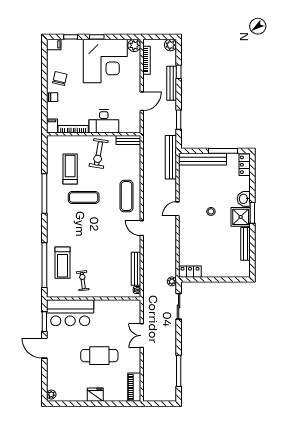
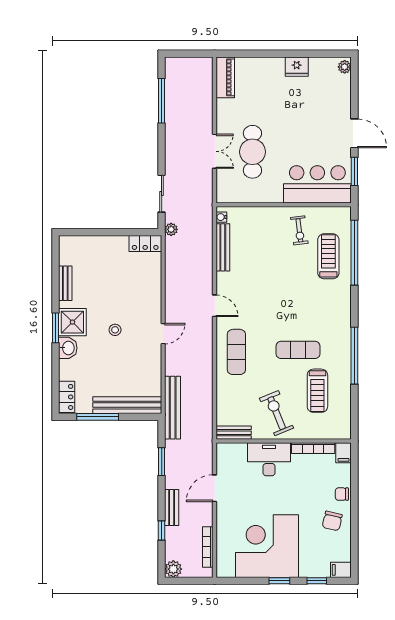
plant: (134, 45) -> (225, 568), removed
bench: (172, 83) -> (172, 507), width x0.73
exercise bike: (99, 153) -> (277, 413), turned -32
bench: (246, 244) -> (65, 283), width x0.73
cafe table: (99, 356) -> (252, 152), moved, turned 90
fridge: (95, 395) -> (297, 67), moved

